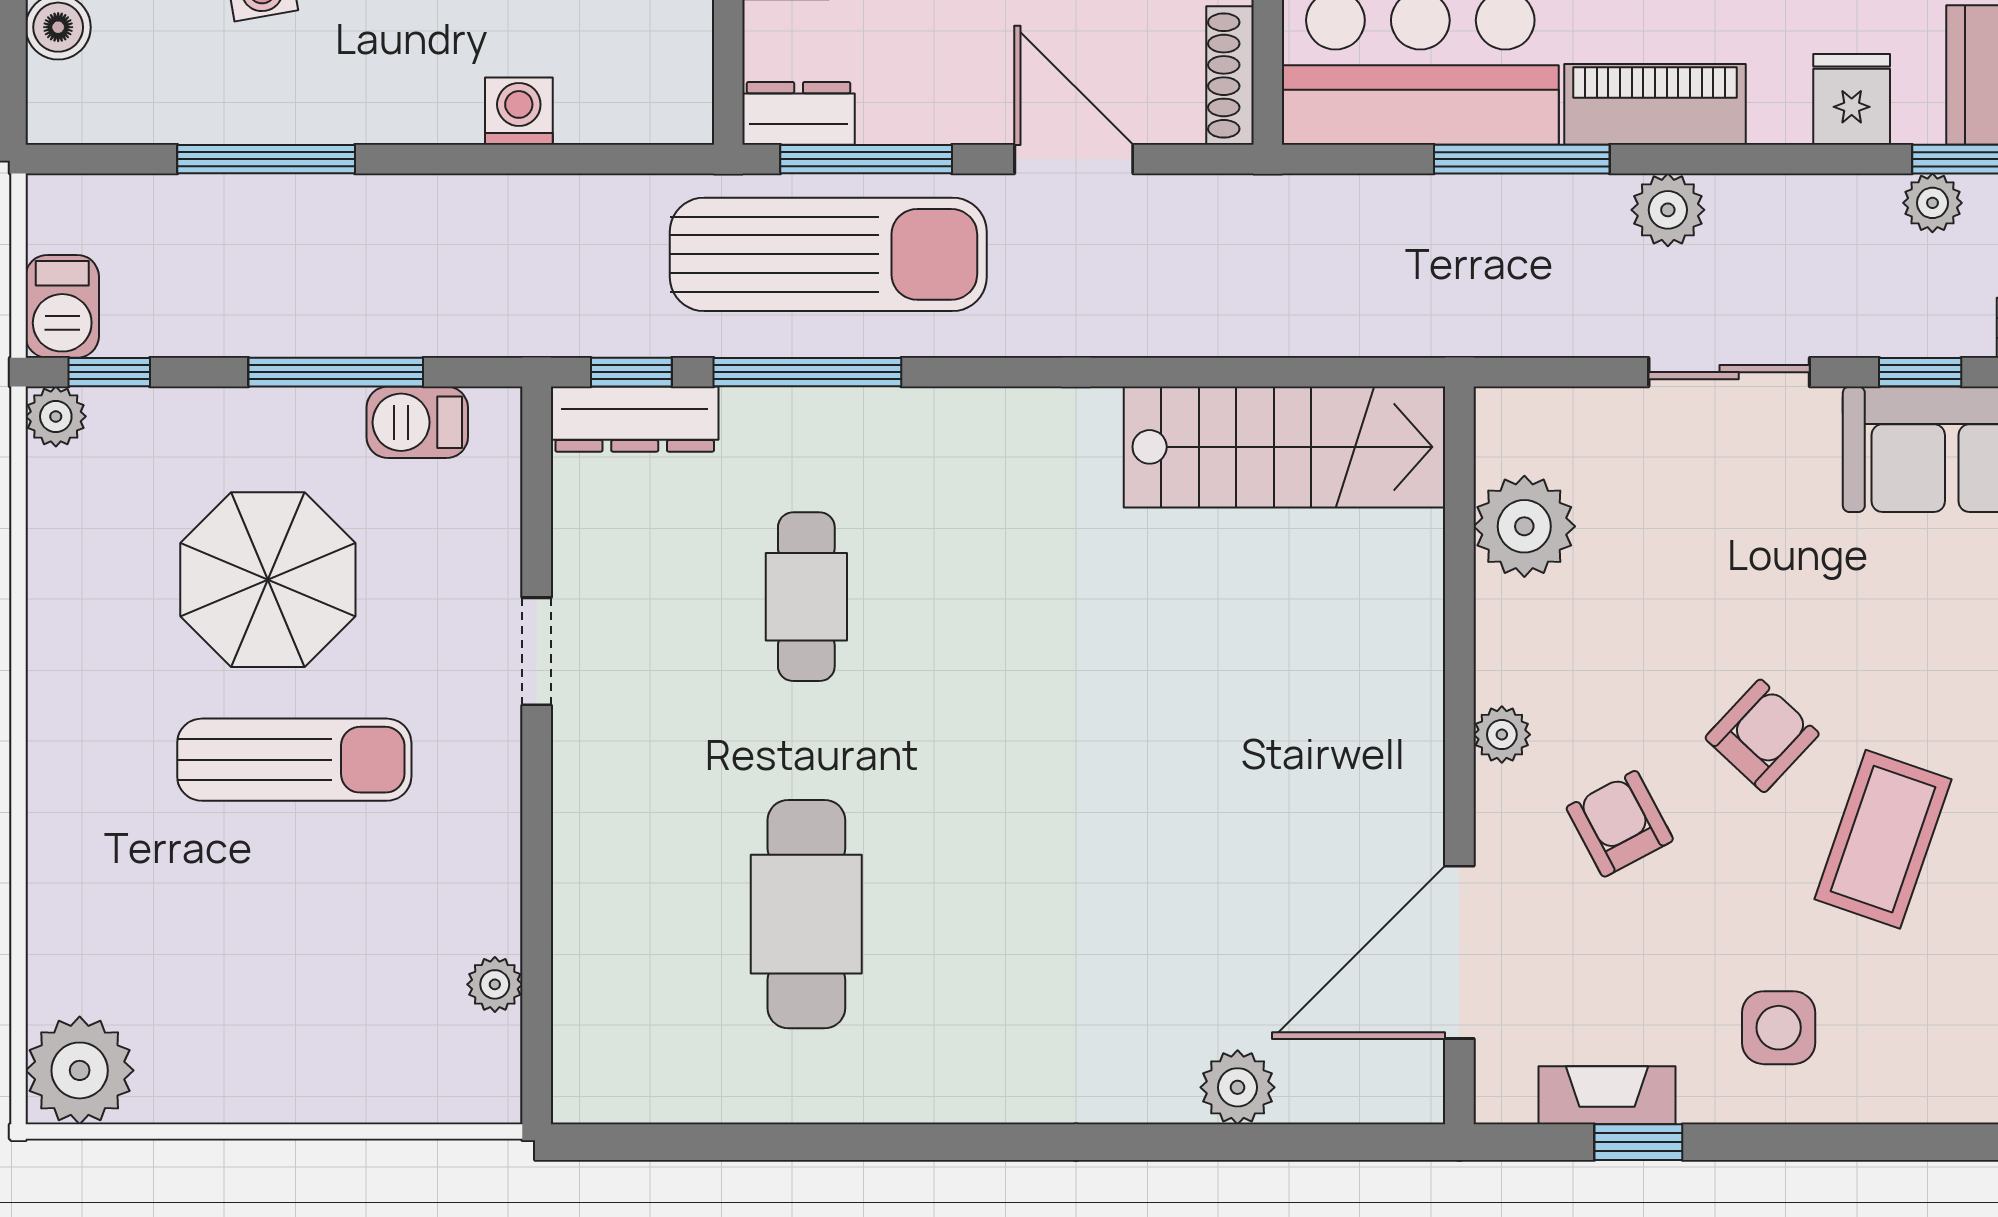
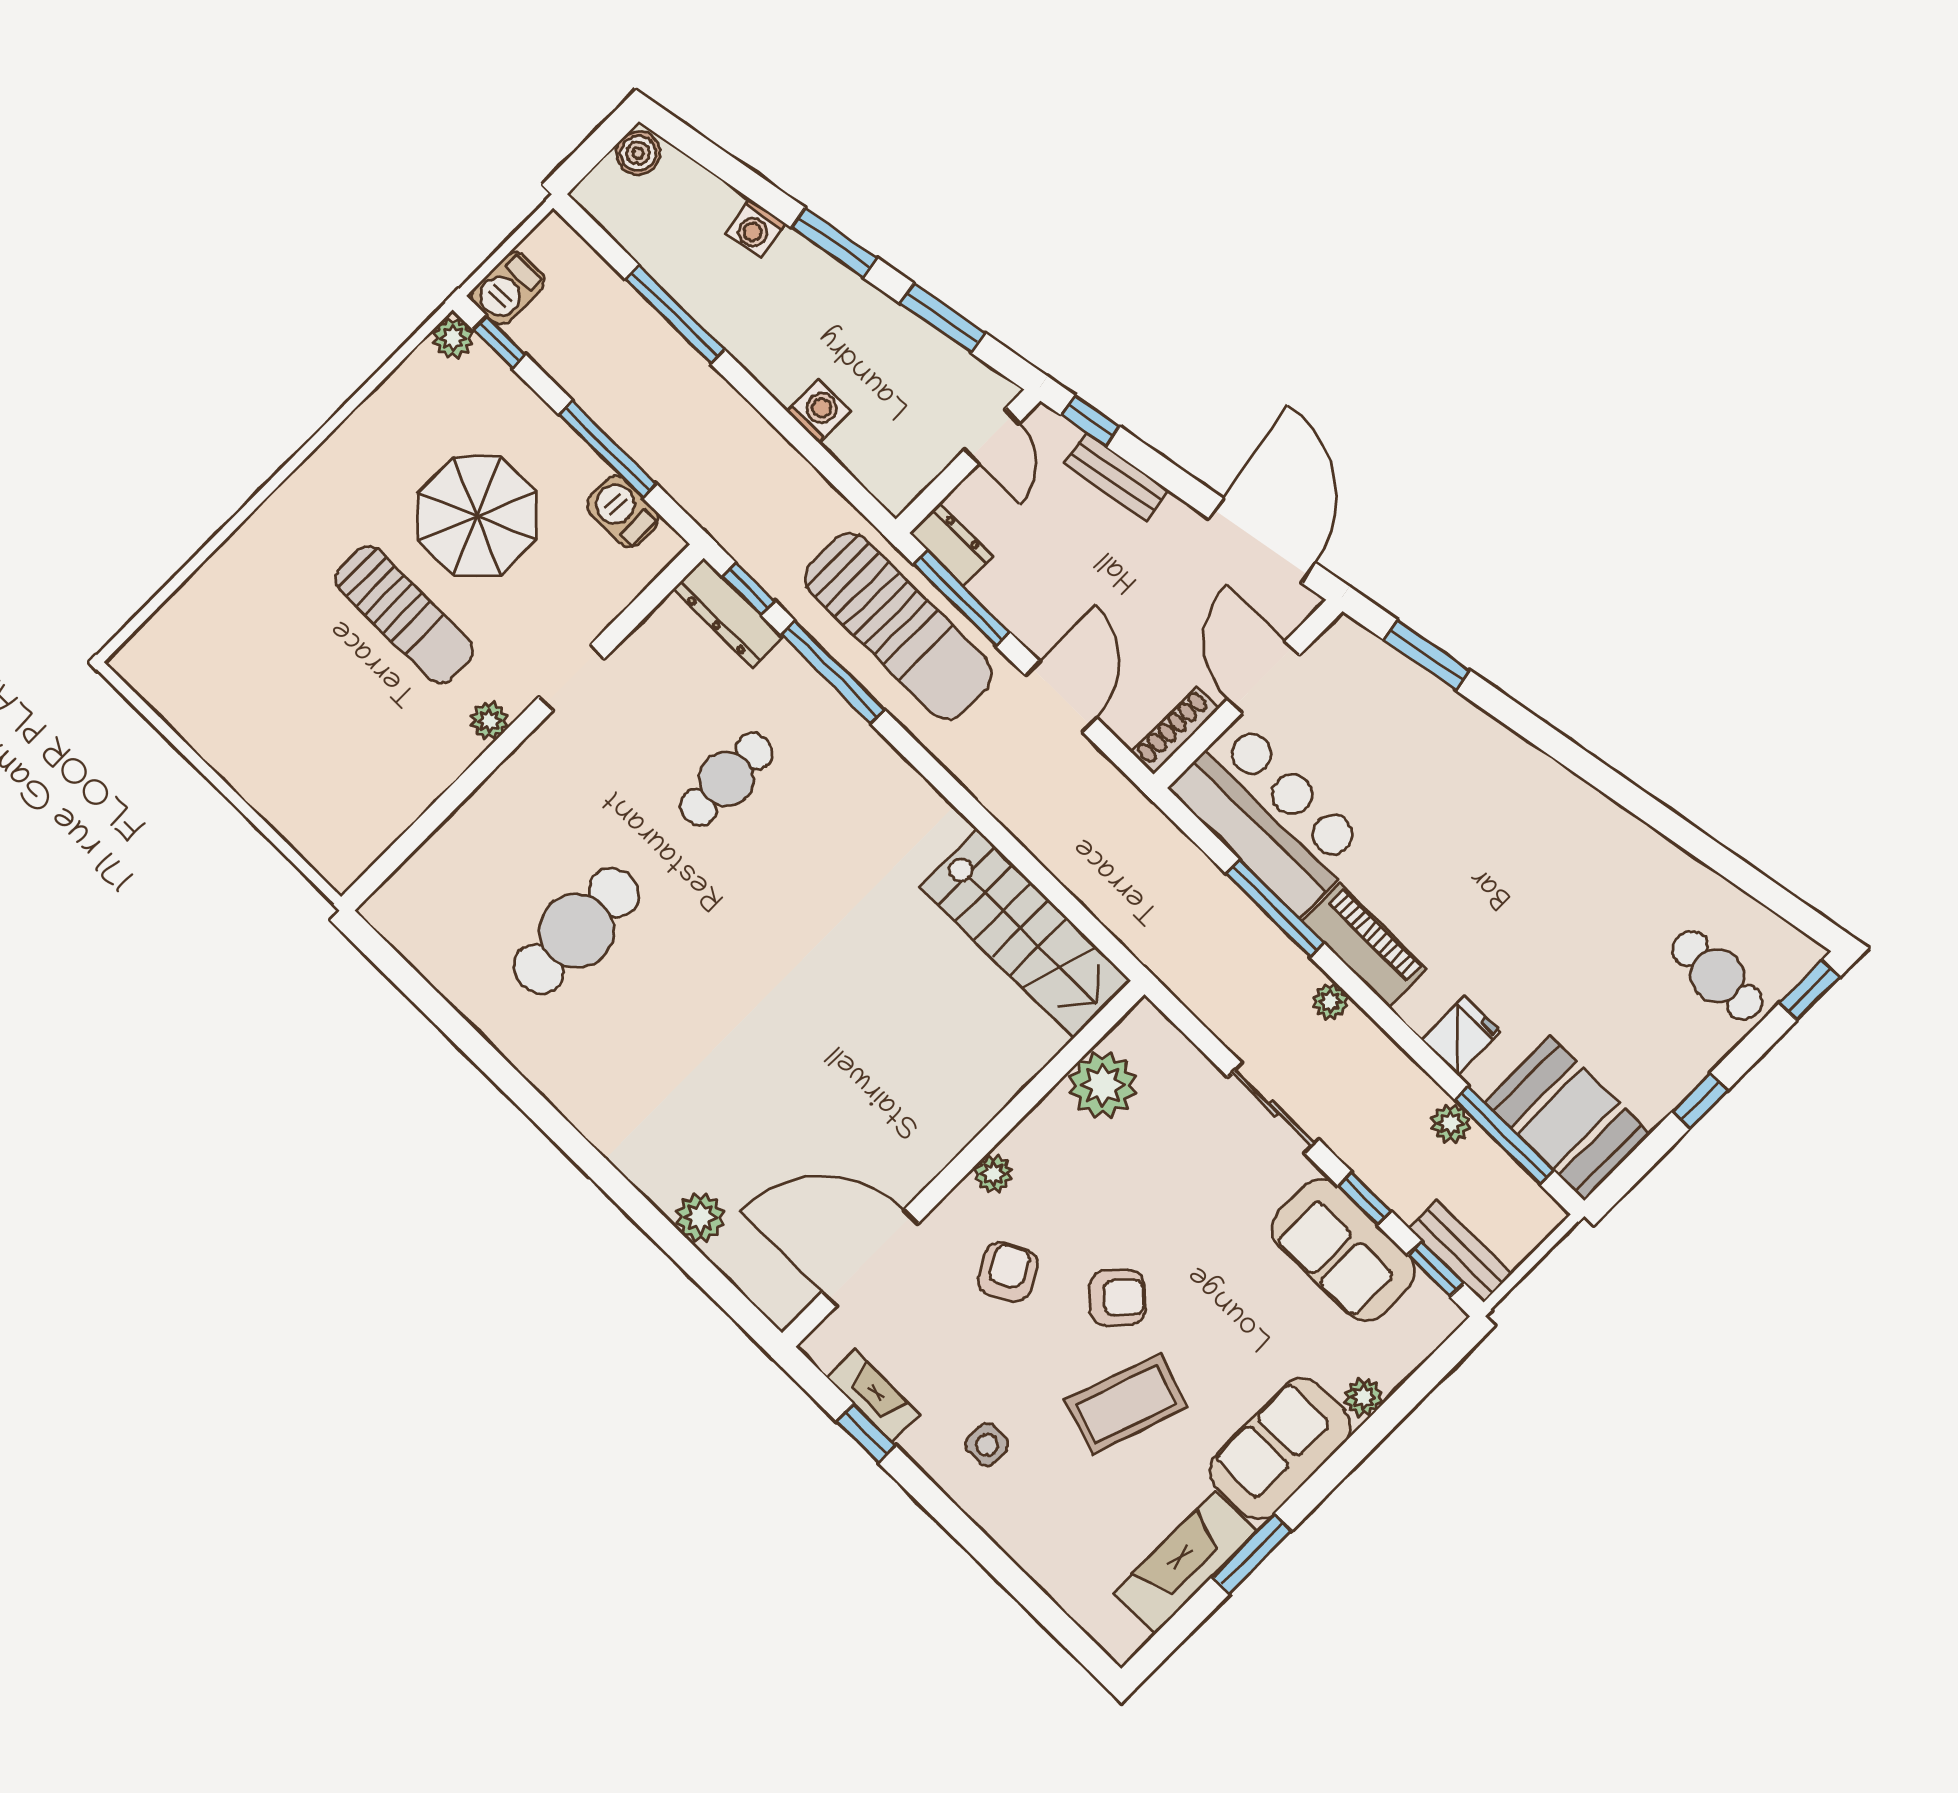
plant: (1668, 210) -> (1330, 1002), width x0.73, depth x0.73
plant: (495, 984) -> (489, 721), moved
side table: (1779, 1028) -> (987, 1445), width x0.73, depth x0.73
plant: (80, 1070) -> (155, 662), removed

